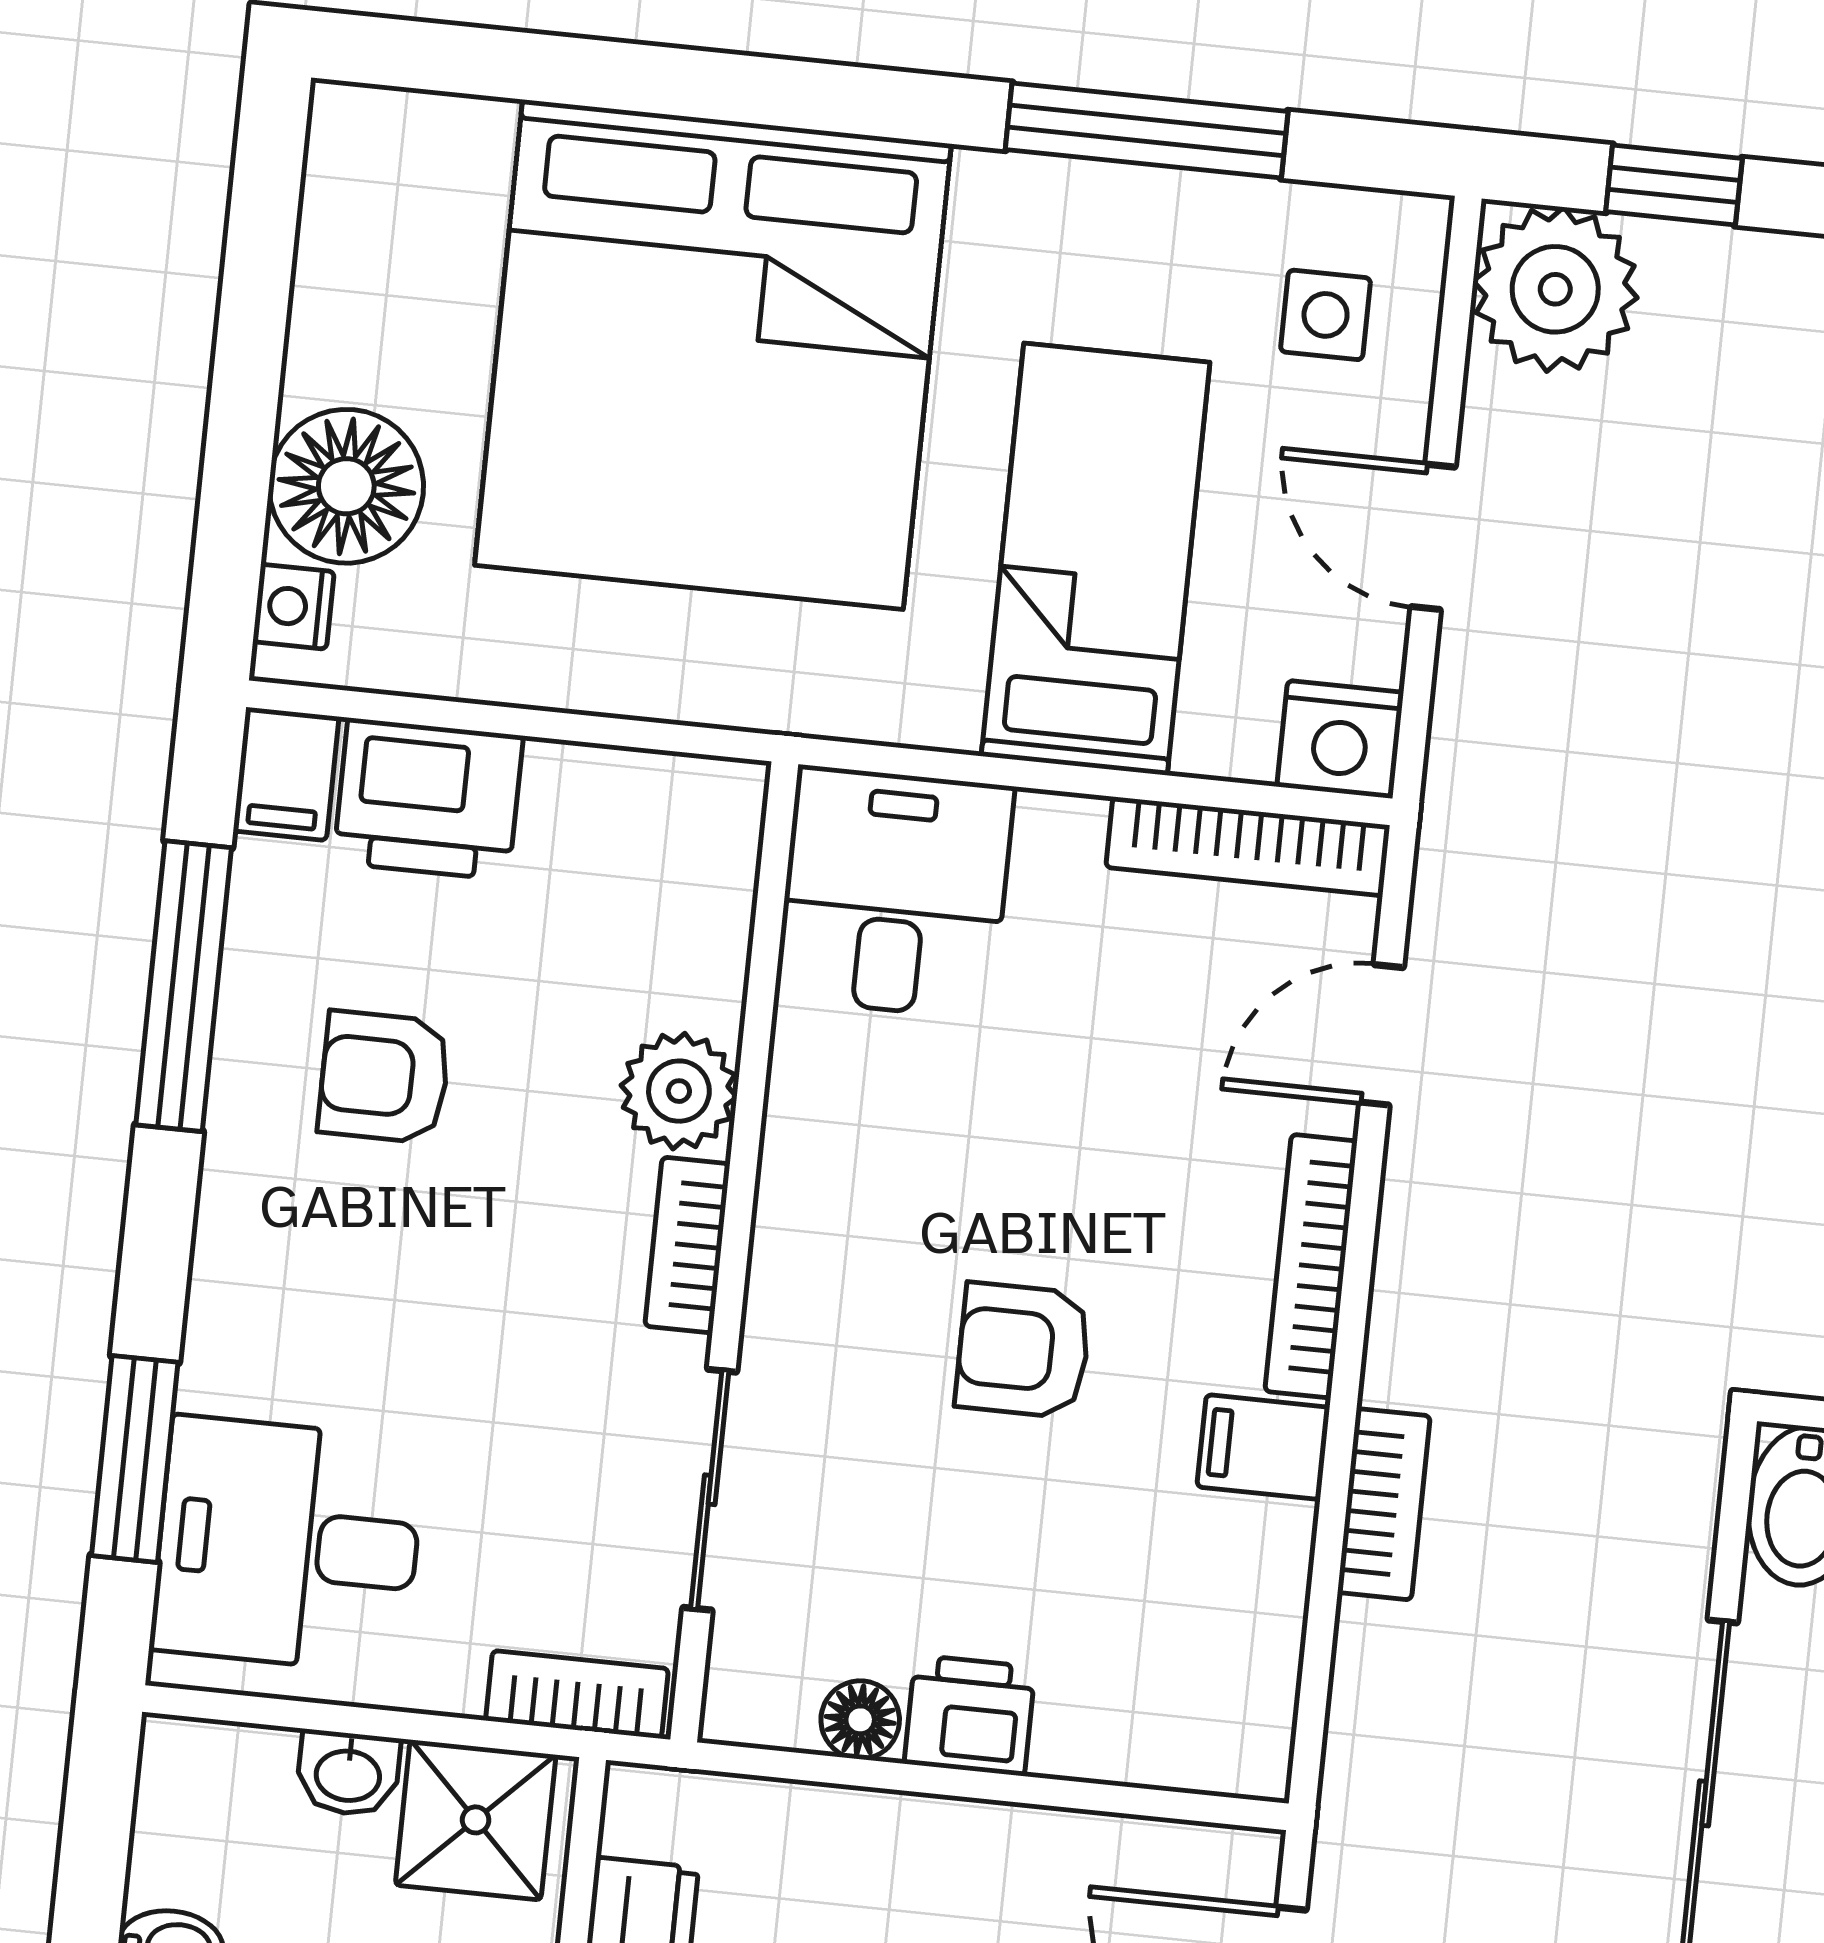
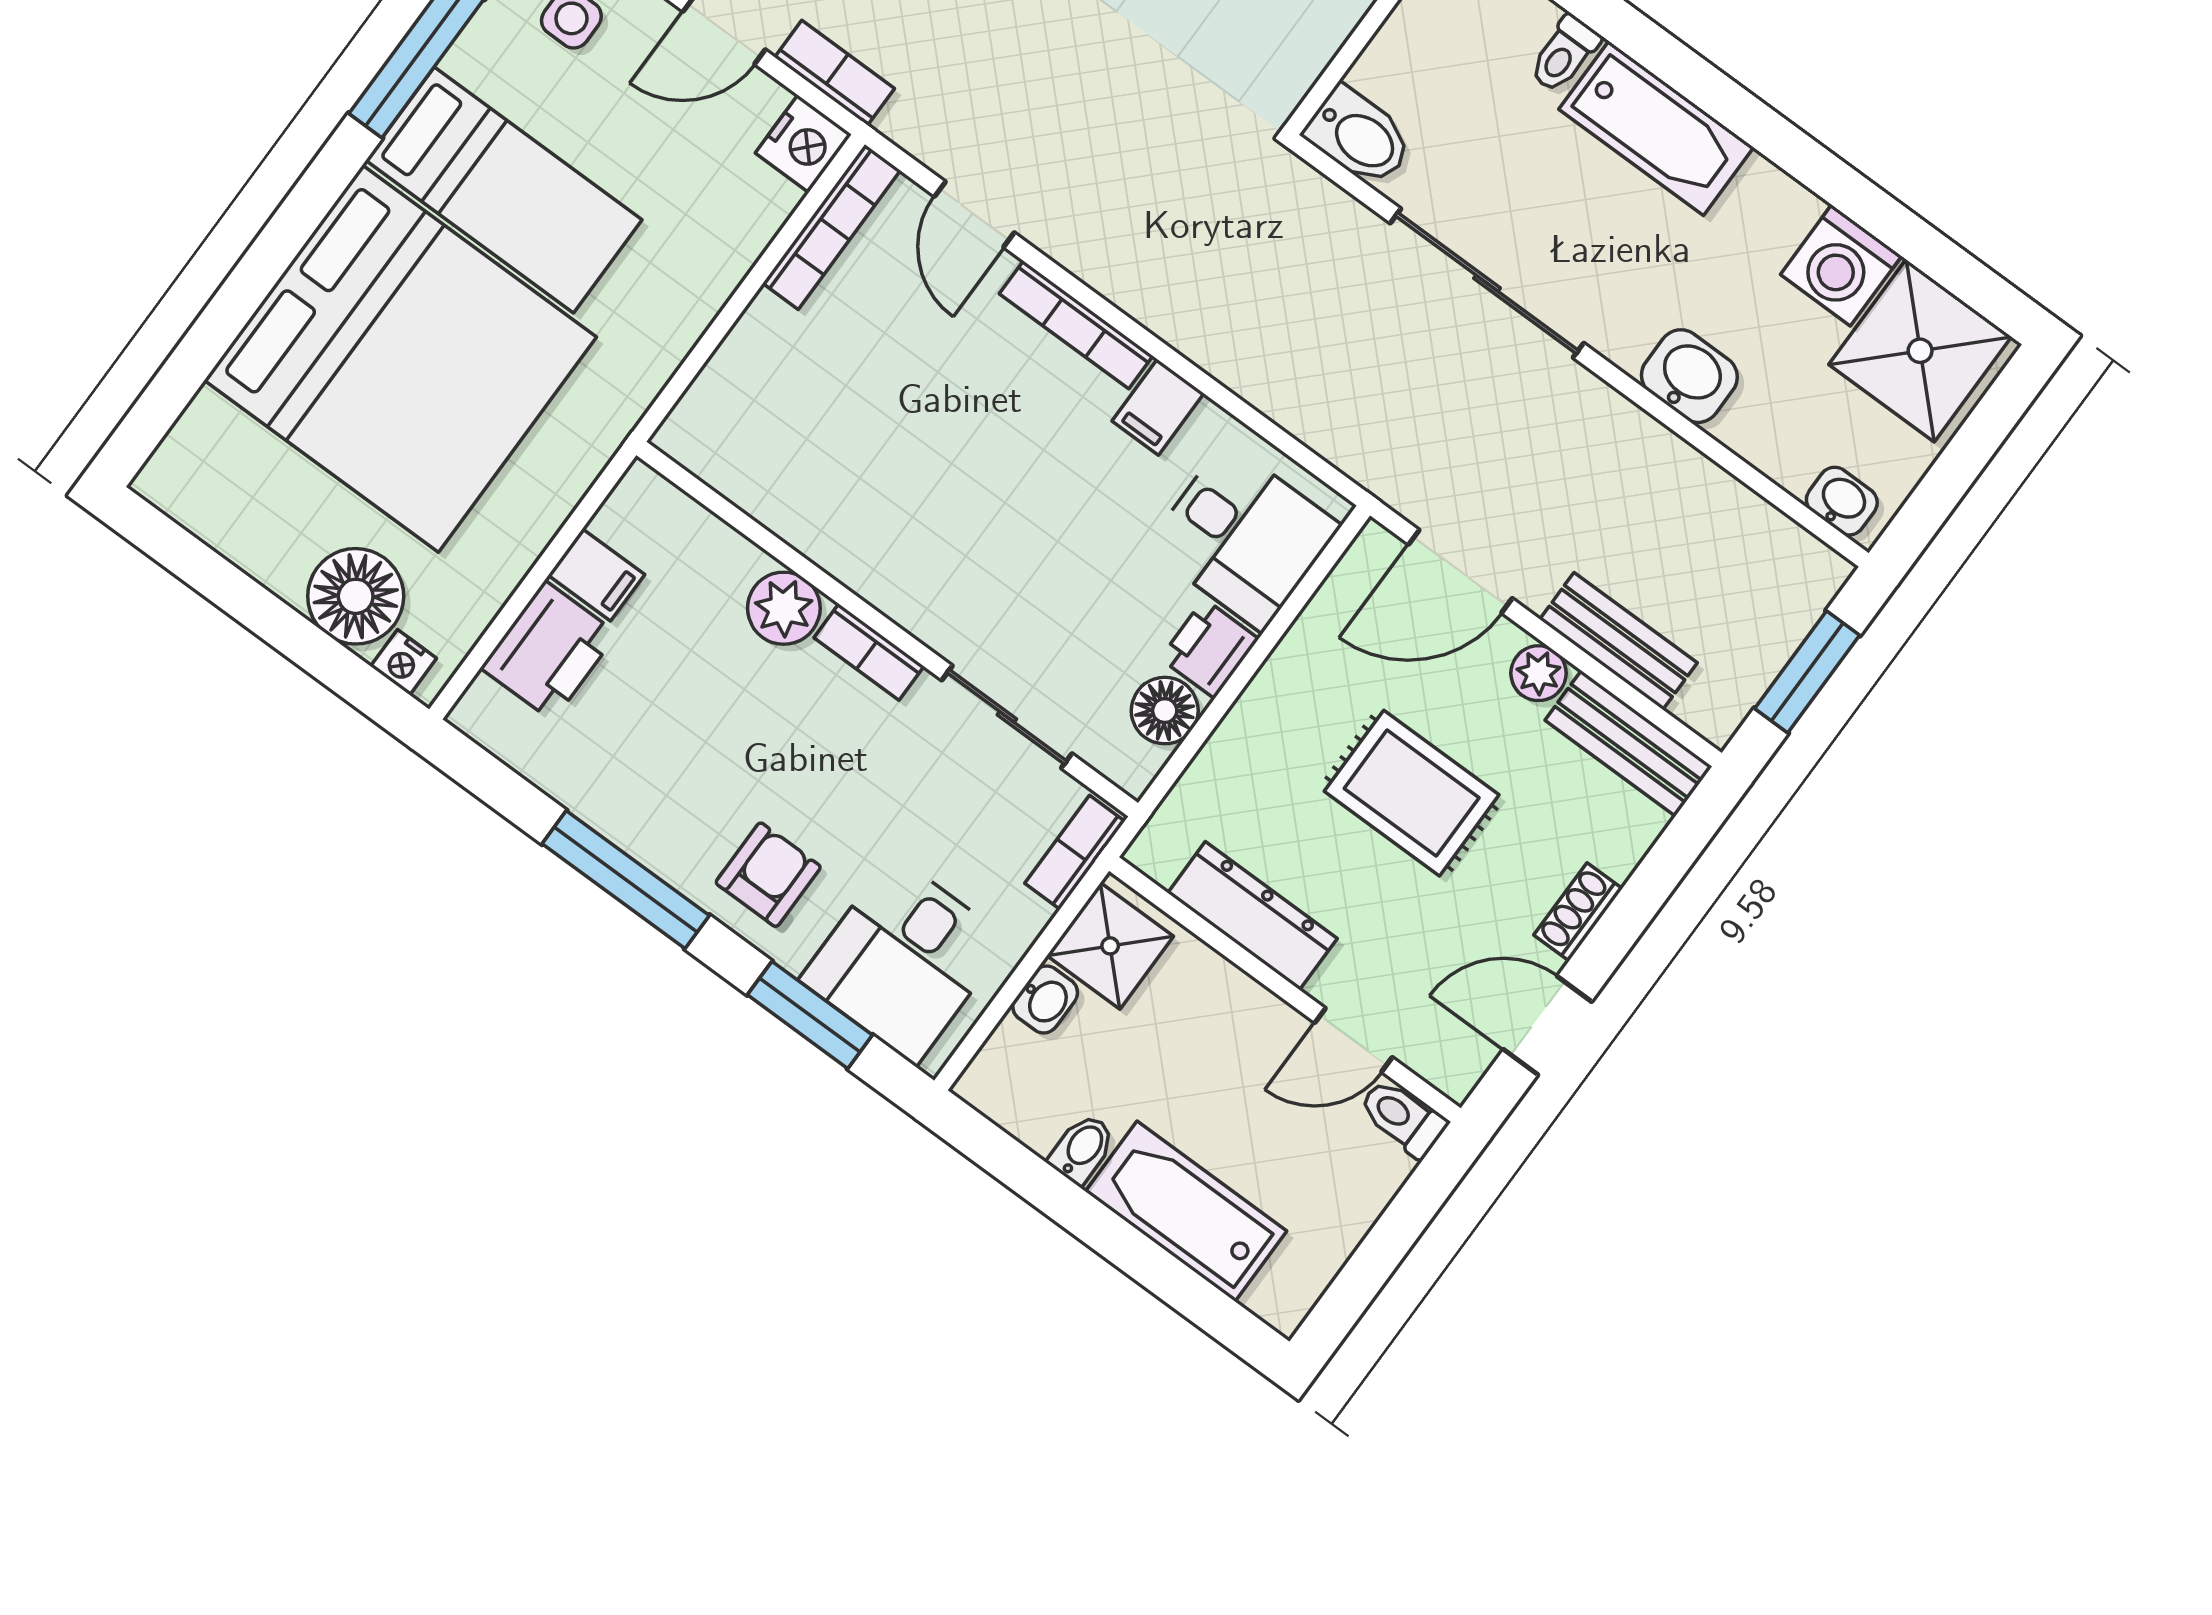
bed: (1096, 559) -> (504, 190), moved, turned 180
filing cabinet: (286, 774) -> (596, 575), moved
desk: (895, 892) -> (1243, 536), moved, turned 180
window: (184, 986) -> (626, 880), moved
armchair: (384, 1077) -> (768, 875), moved, turned 180
armchair: (1023, 1350) -> (1031, 505), removed
bookcase: (1384, 1504) -> (835, 73), moved
floor lamp: (860, 1720) -> (1165, 711), width x1.37, depth x1.37

